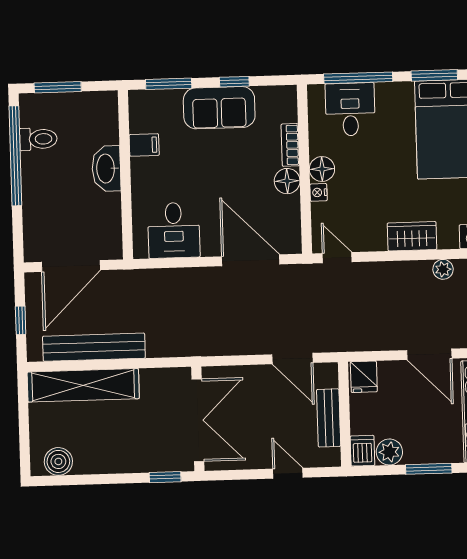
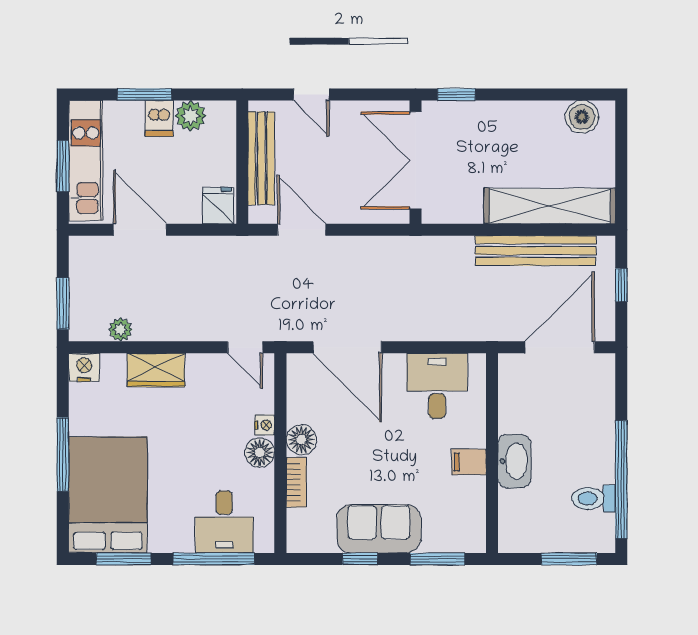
filing cabinet: (144, 145) -> (469, 462), moved
bench: (329, 418) -> (261, 158), width x1.36
dishwasher: (362, 451) -> (159, 118), moved

